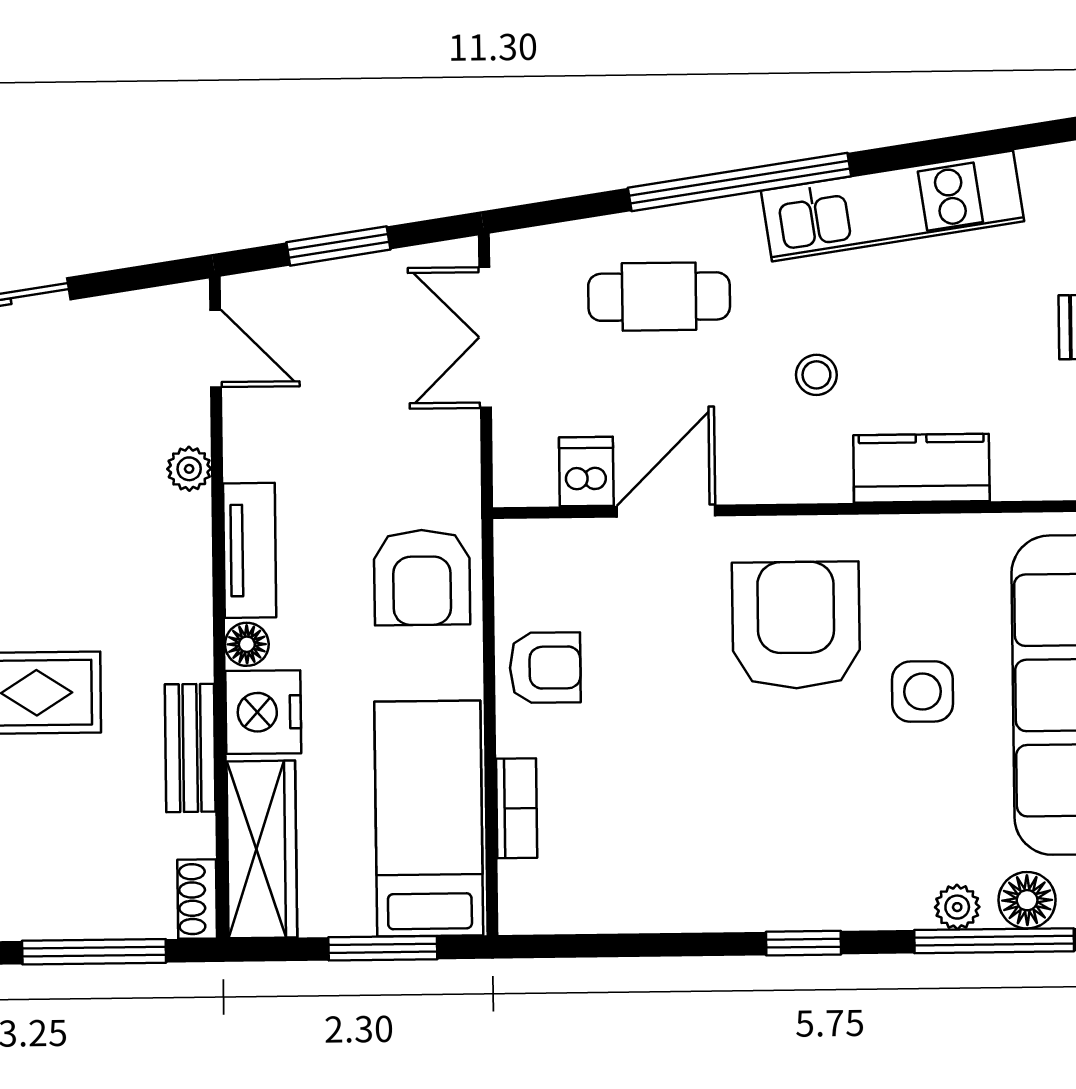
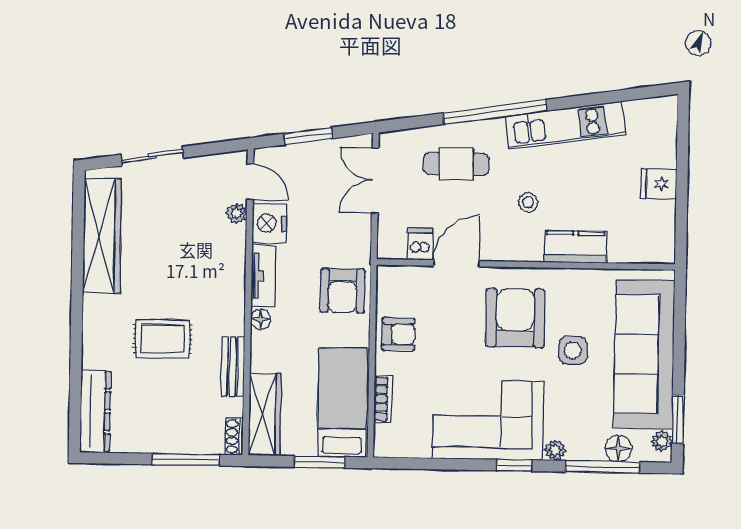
plant: (189, 469) -> (237, 213), moved
nightstand: (263, 712) -> (269, 223), moved
corner sofa: (744, 847) -> (488, 420), added
plant: (957, 907) -> (555, 450), moved

